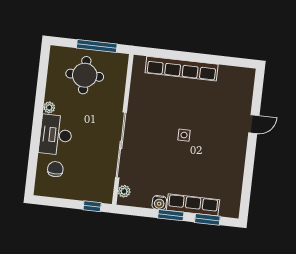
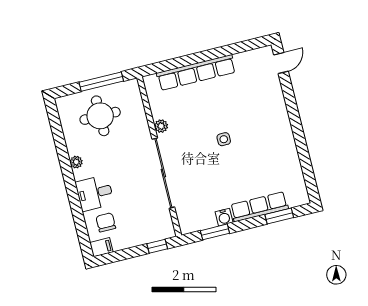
door: (254, 124) -> (281, 63), moved
desk: (56, 135) -> (95, 193), width x0.73
filing cabinet: (43, 189) -> (101, 247), added
plant: (124, 191) -> (161, 126), moved
window: (171, 215) -> (215, 232), moved

